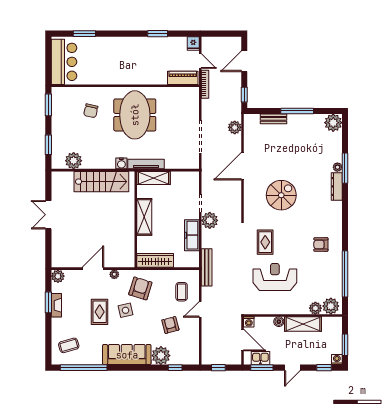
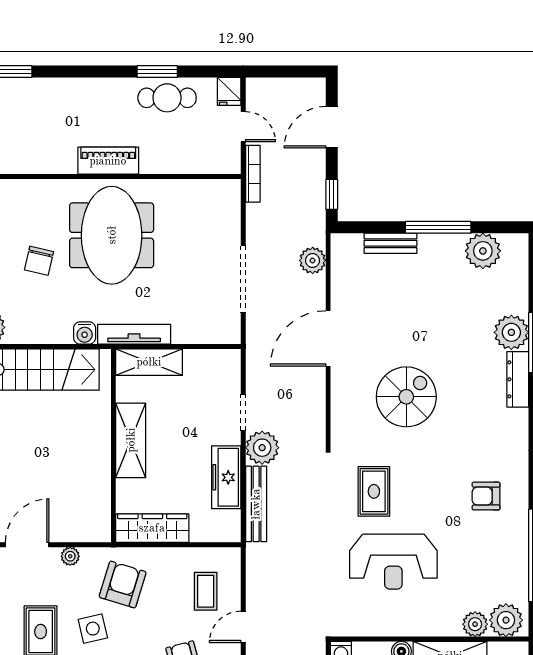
cafe table: (162, 47) -> (167, 98), added
piano: (183, 78) -> (108, 161), moved
chair: (91, 111) -> (39, 261), moved
plant: (333, 123) -> (483, 251), moved
plant: (337, 167) -> (511, 332), width x1.87, depth x1.87
bench: (207, 267) -> (256, 504), moved
reception desk: (275, 277) -> (393, 562), turned 180

